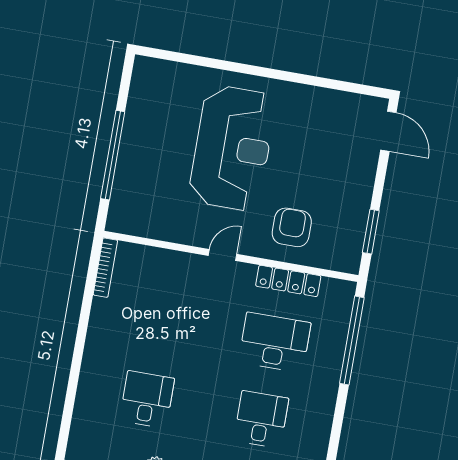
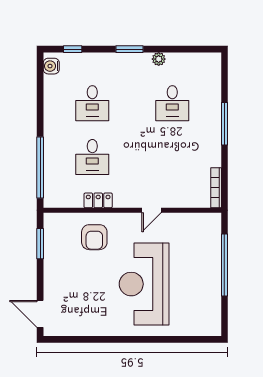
door: (223, 255) -> (151, 210), moved
locker: (288, 281) -> (98, 200), width x0.66
desk: (275, 342) -> (92, 157), width x0.73
window: (77, 357) -> (224, 124), added

